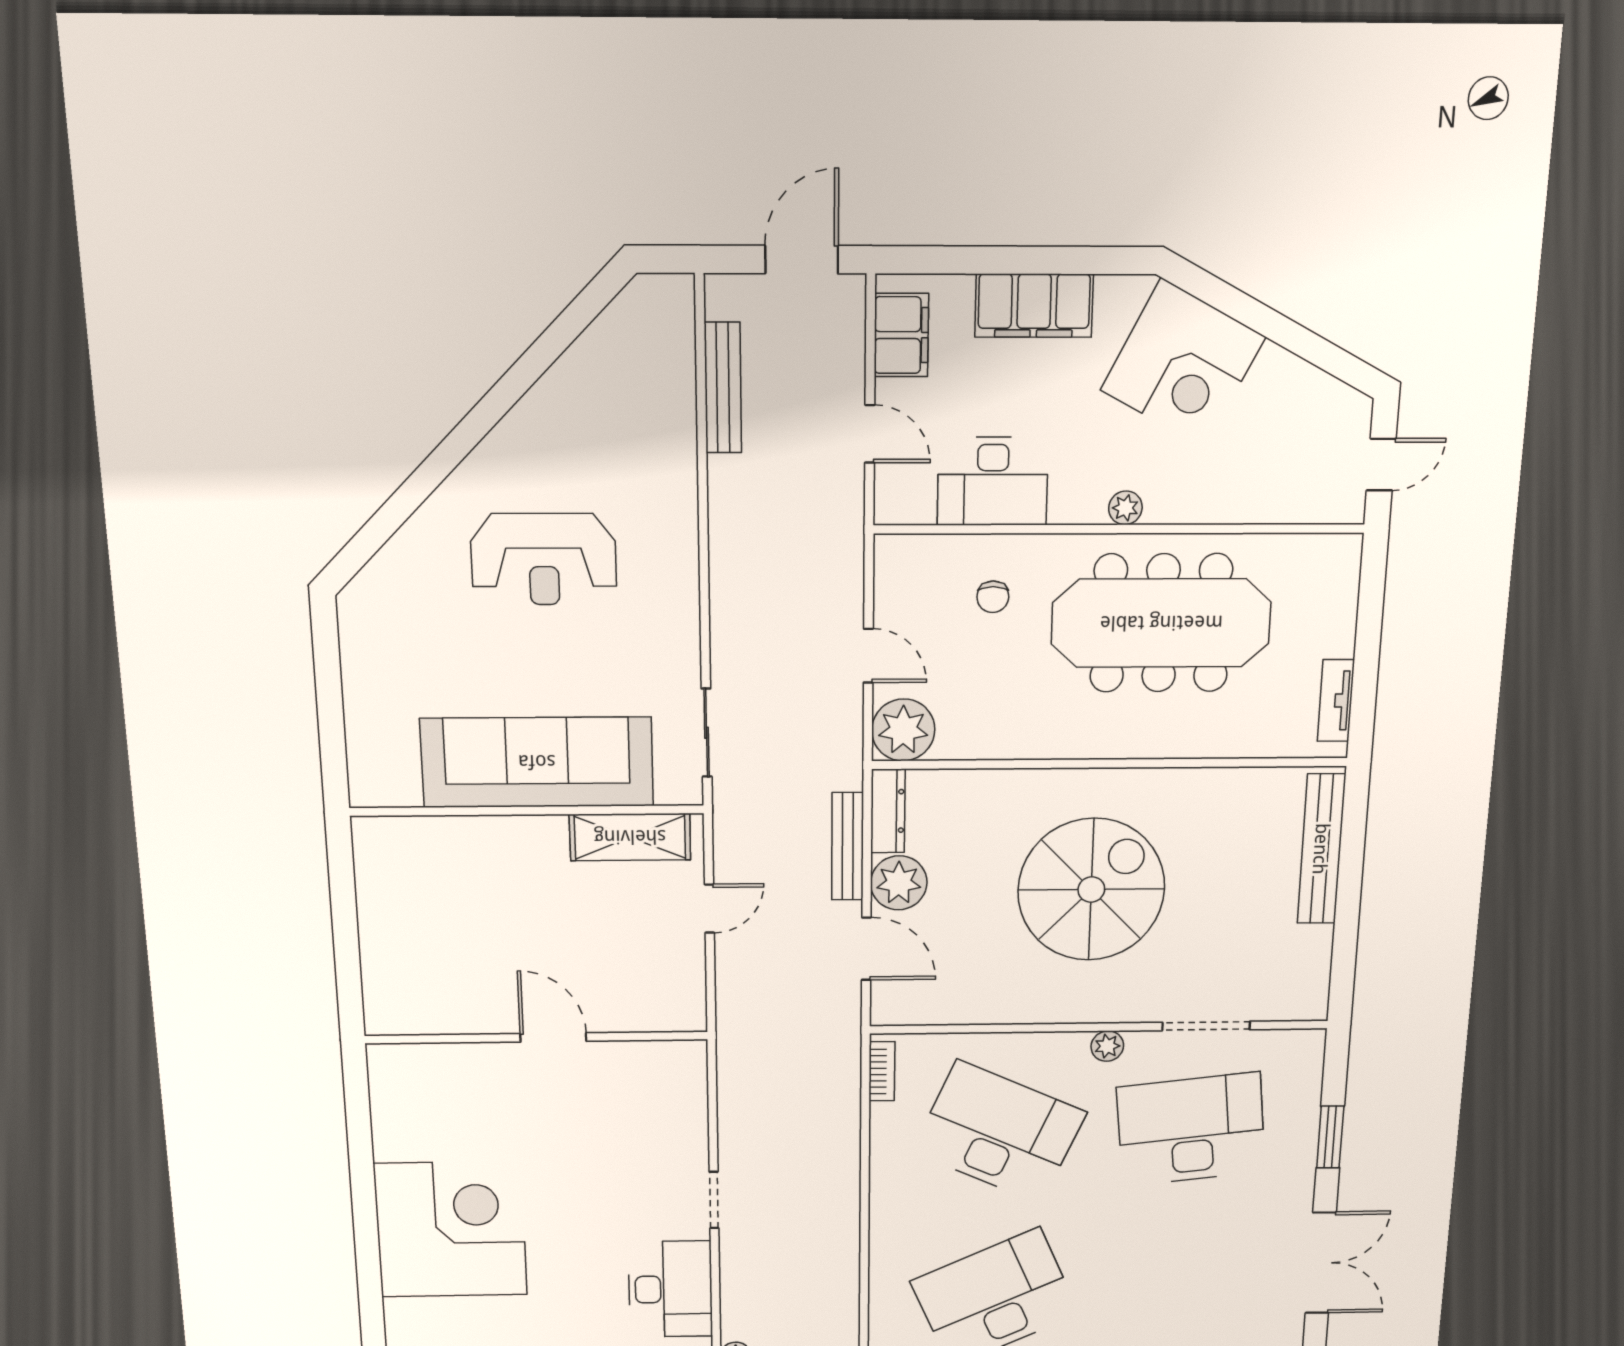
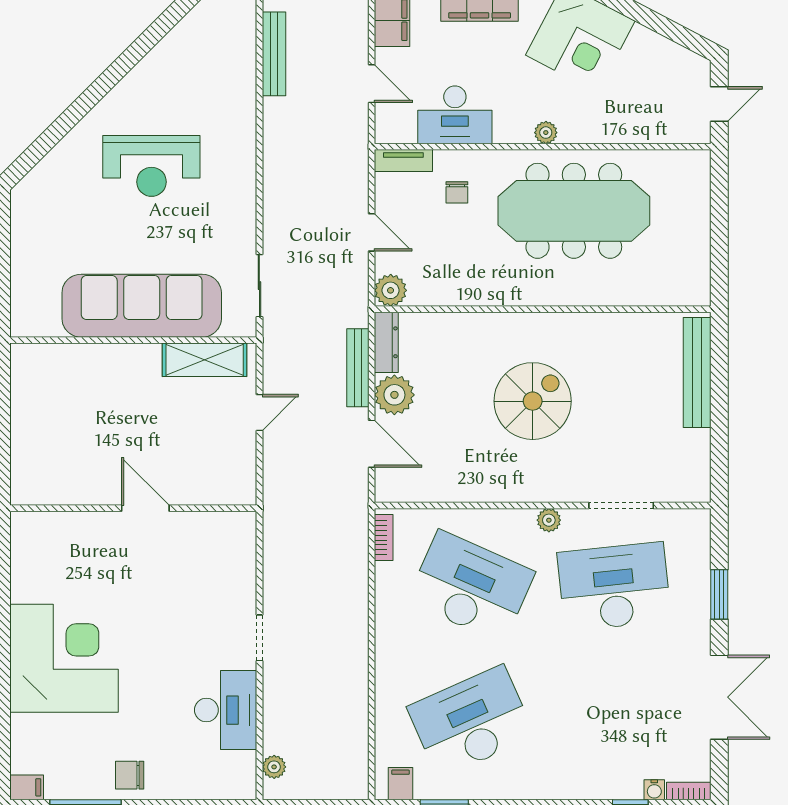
tv unit: (1336, 701) -> (403, 161), moved, turned -90
plant: (903, 730) -> (391, 290), width x0.73, depth x0.73
spiral stairs: (1091, 890) -> (533, 401), width x0.73, depth x0.73

